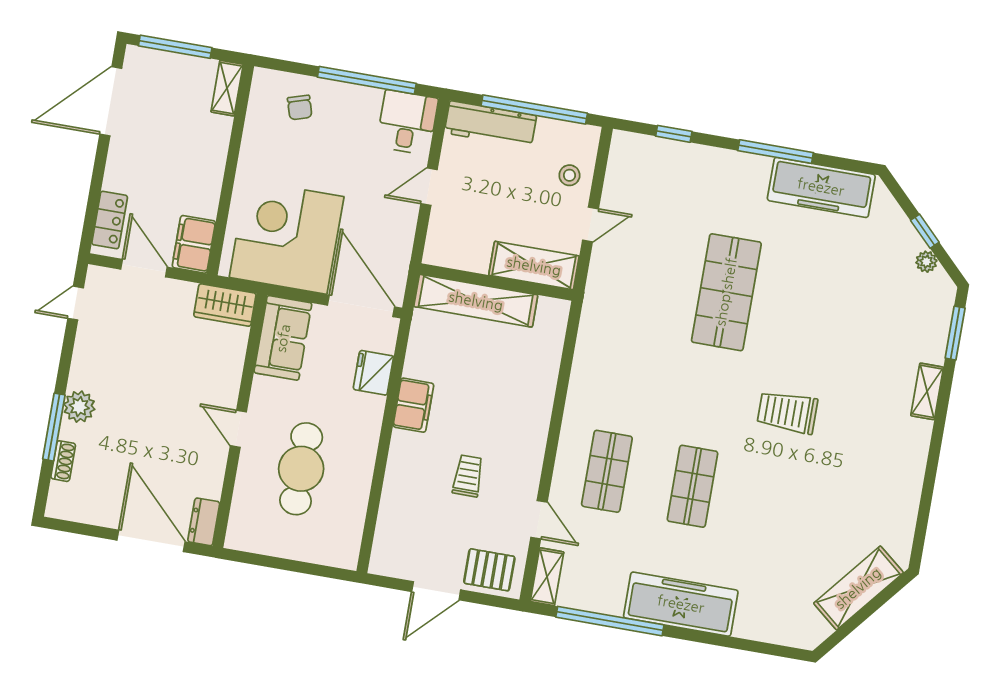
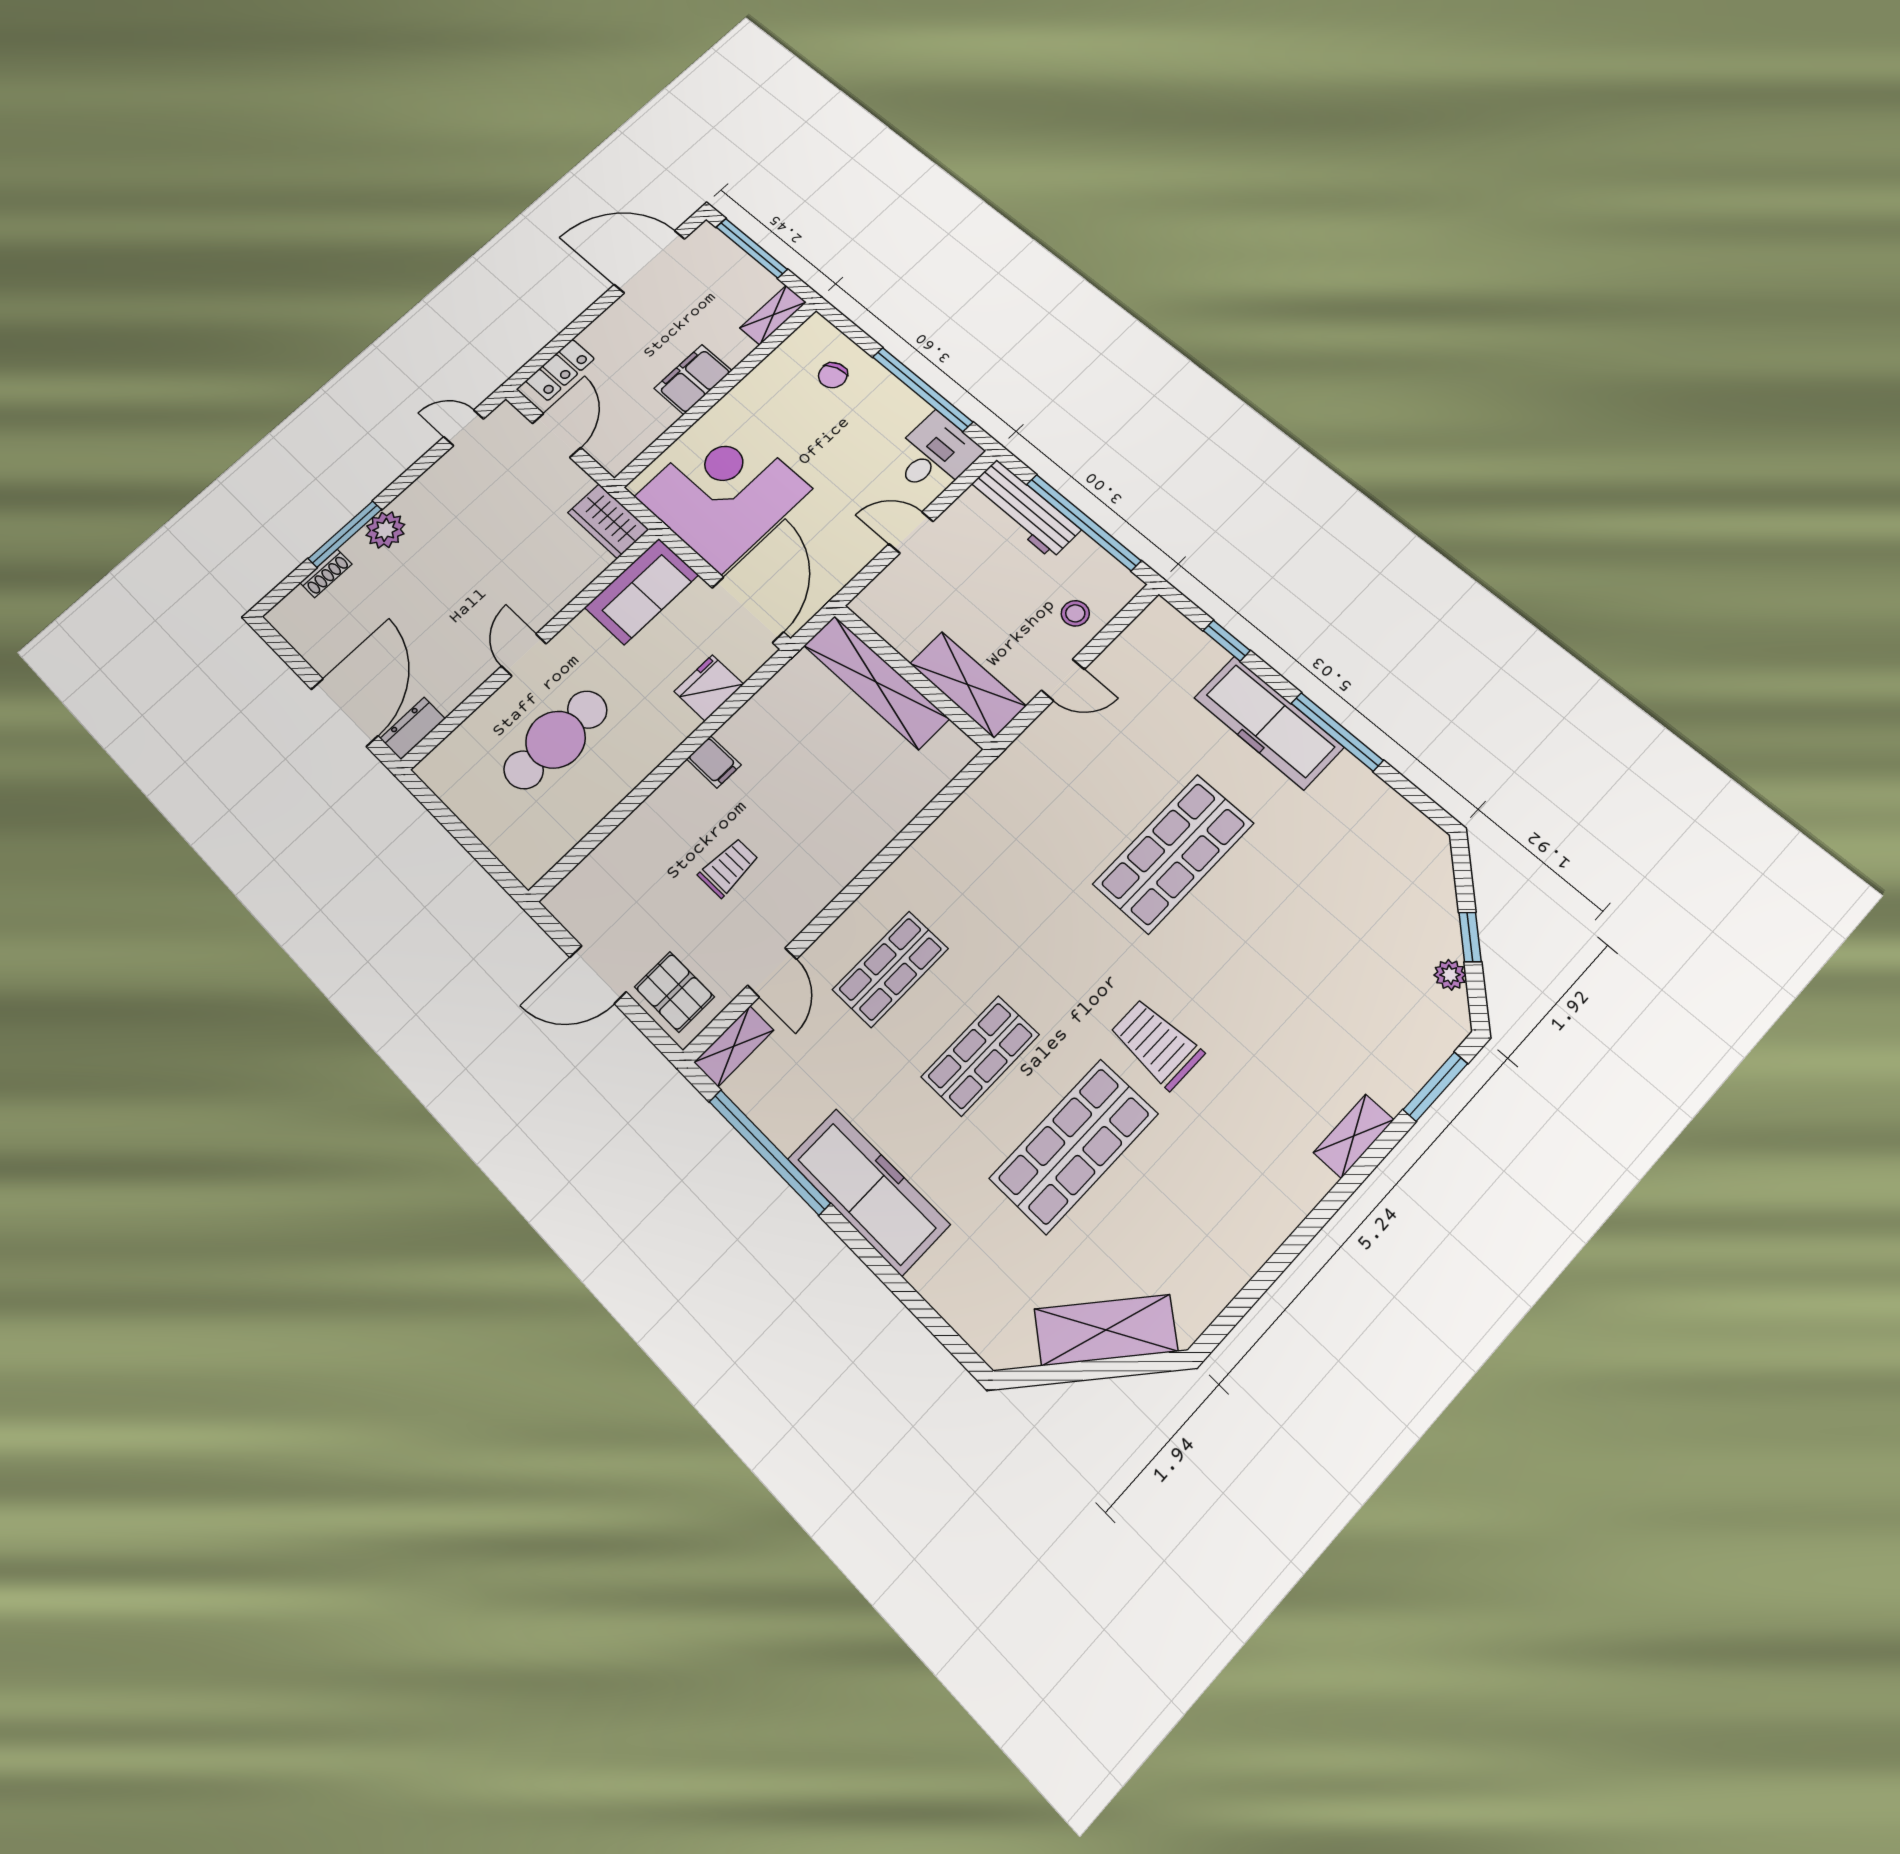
freezer: (821, 187) -> (1269, 722), moved
filing cabinet: (194, 244) -> (693, 379), moved
filing cabinet: (413, 405) -> (714, 762), width x0.50
shop shelf: (778, 501) -> (1074, 1146), added

